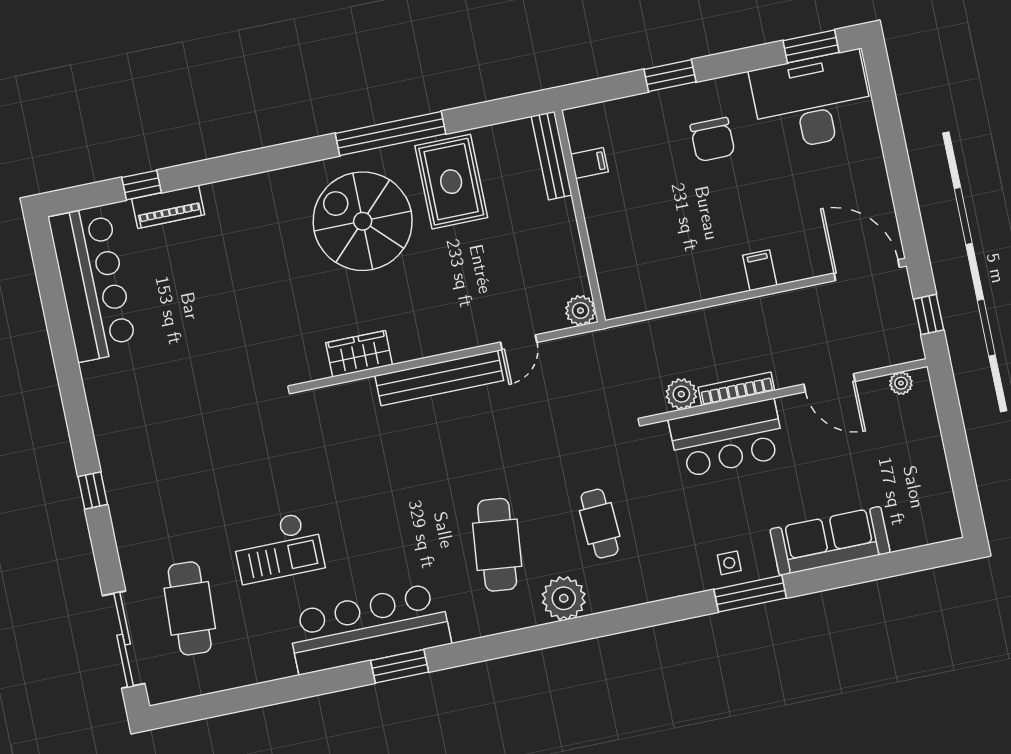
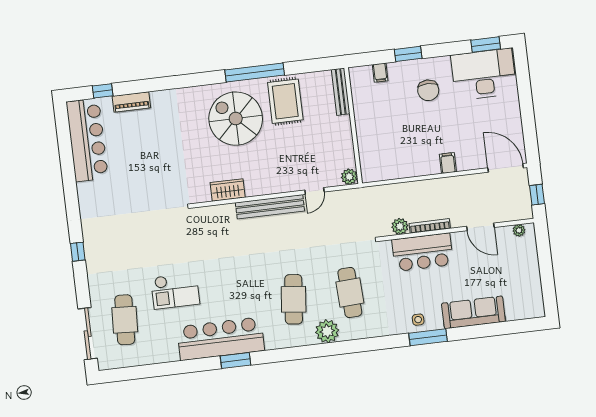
filing cabinet: (589, 163) -> (380, 73), moved, turned 90
window: (142, 185) -> (103, 91), moved
cafe table: (600, 524) -> (350, 293), width x1.37, depth x1.35

